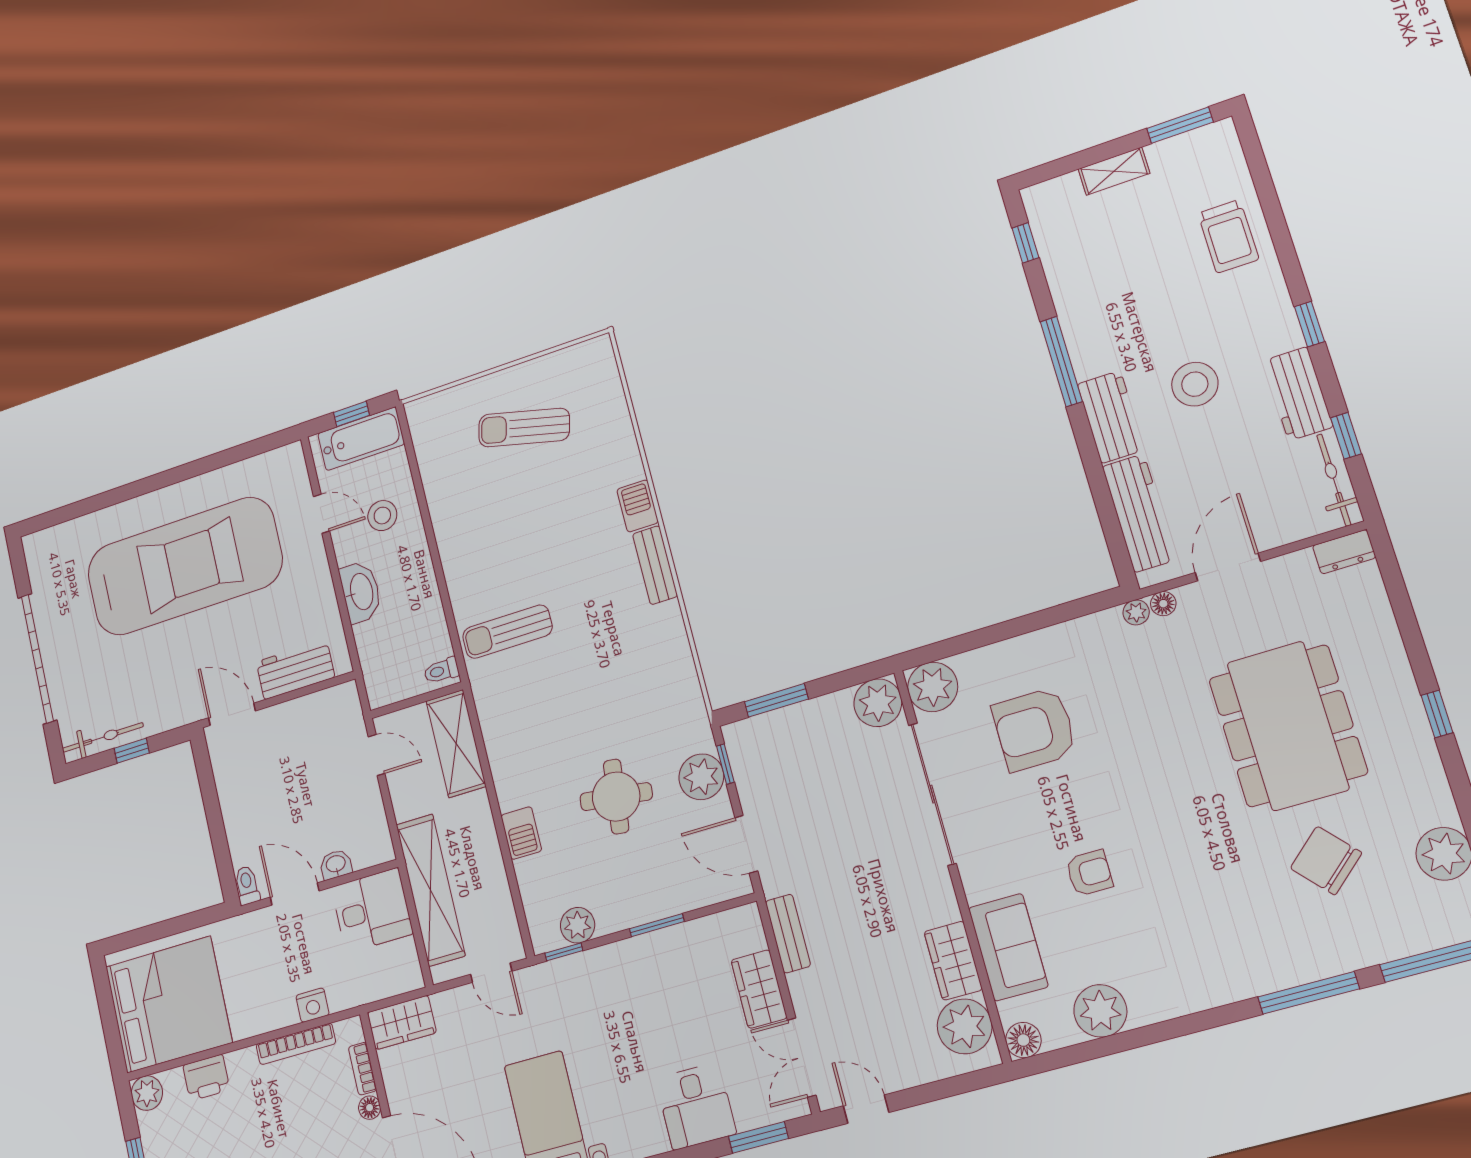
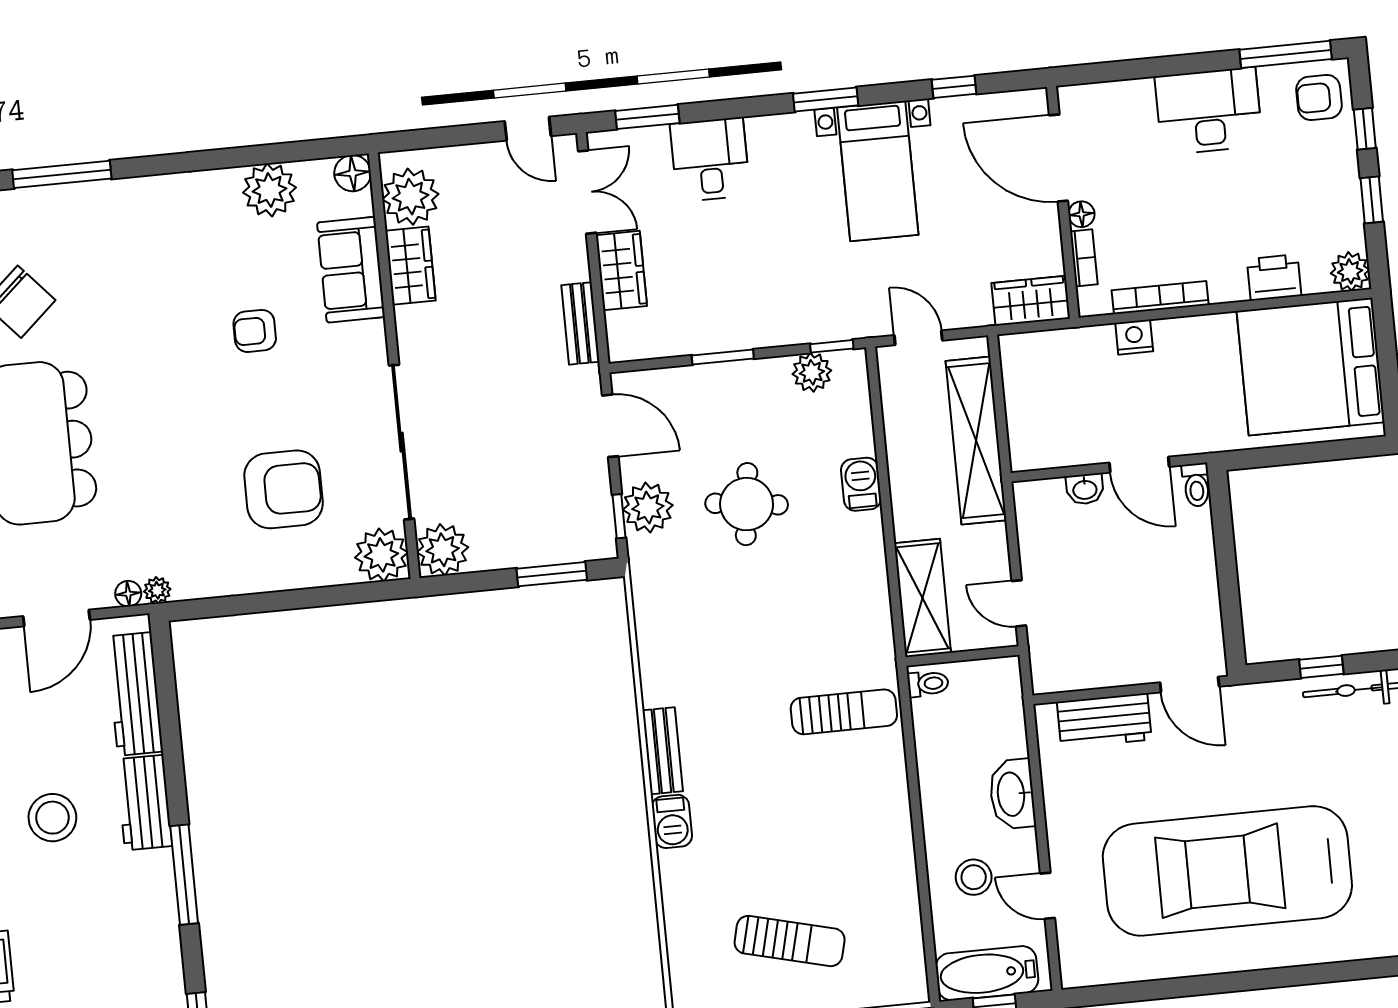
desk: (372, 910) -> (1049, 430), removed

